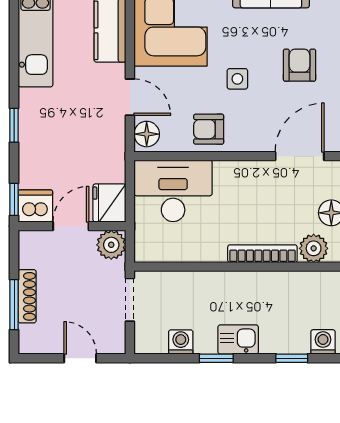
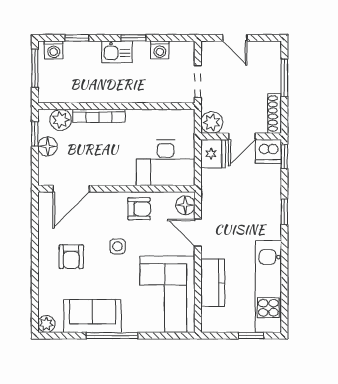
shoe rack: (27, 296) -> (275, 114), moved

